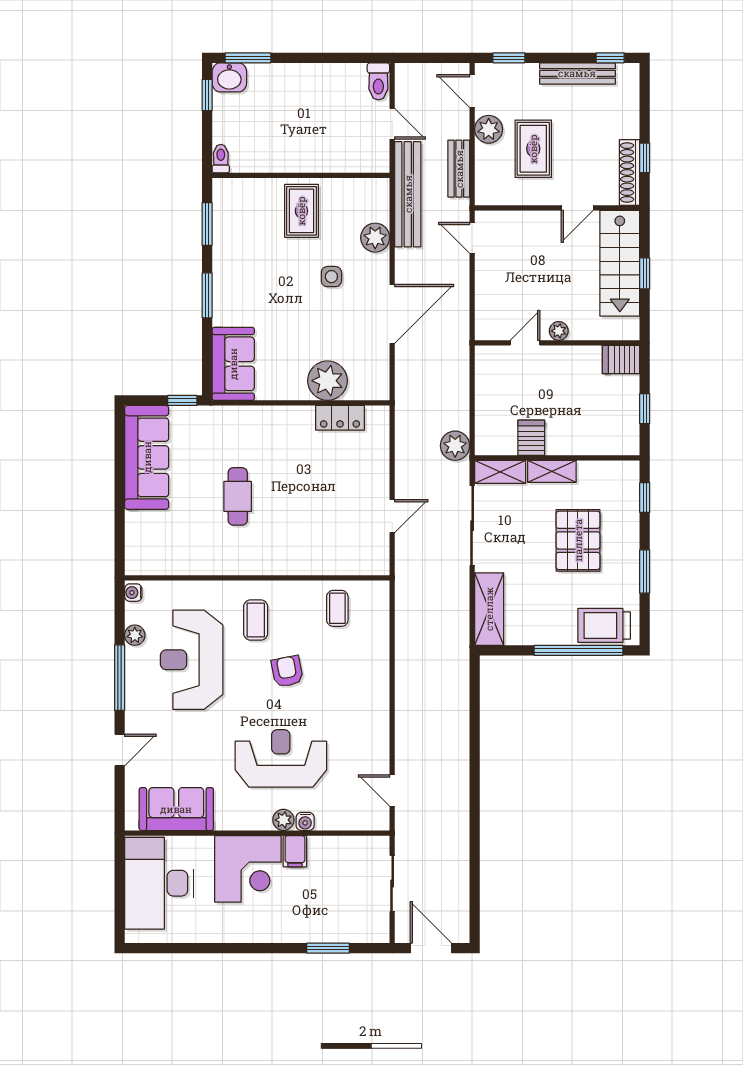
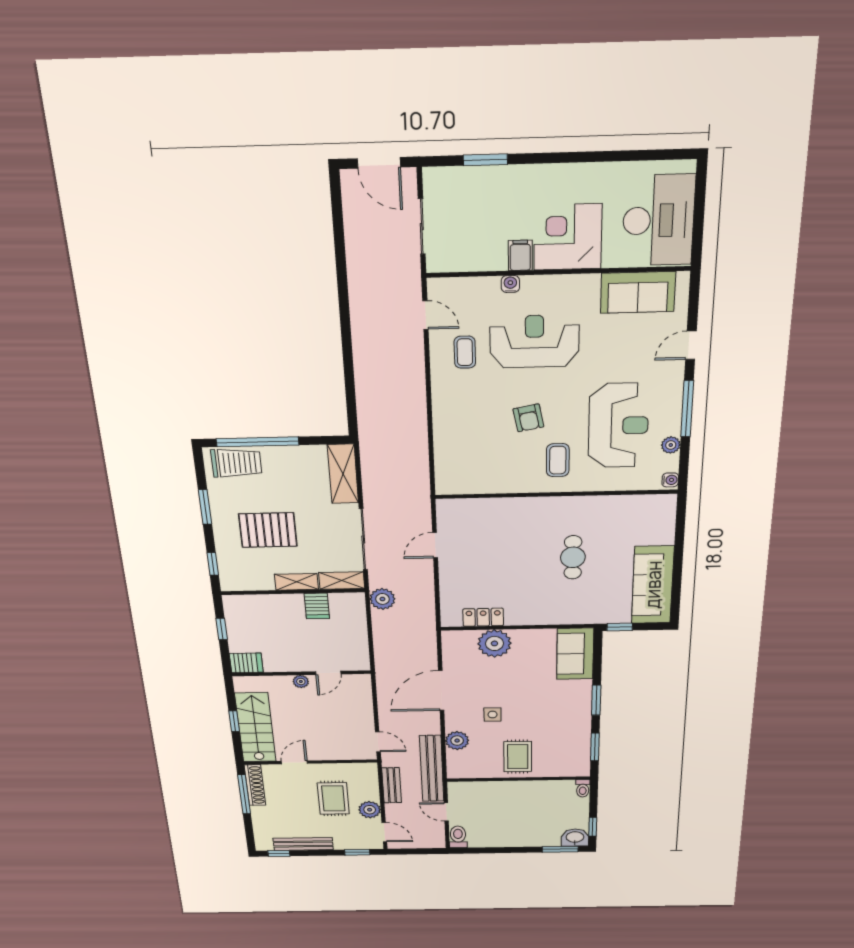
window: (645, 158) -> (244, 794), width x2.17
pallet: (578, 540) -> (268, 530), turned 90
coffee table: (337, 608) -> (465, 352), moved
reception desk: (281, 758) -> (534, 341), turned 180
plant: (283, 820) -> (532, 285), removed

